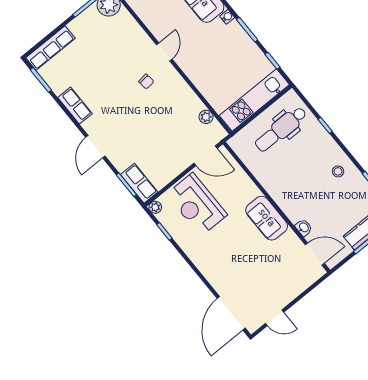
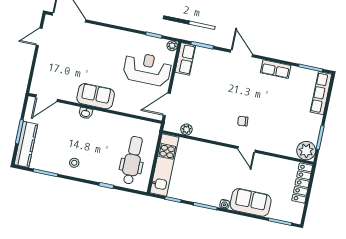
row of seats: (139, 183) -> (185, 59), moved, turned -90
washbasin: (304, 228) -> (86, 113), moved

